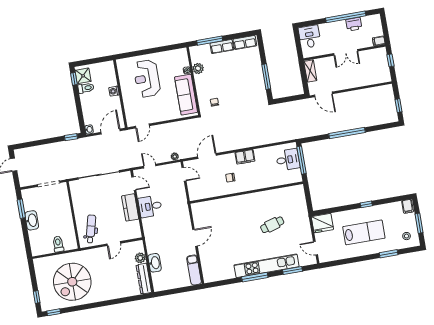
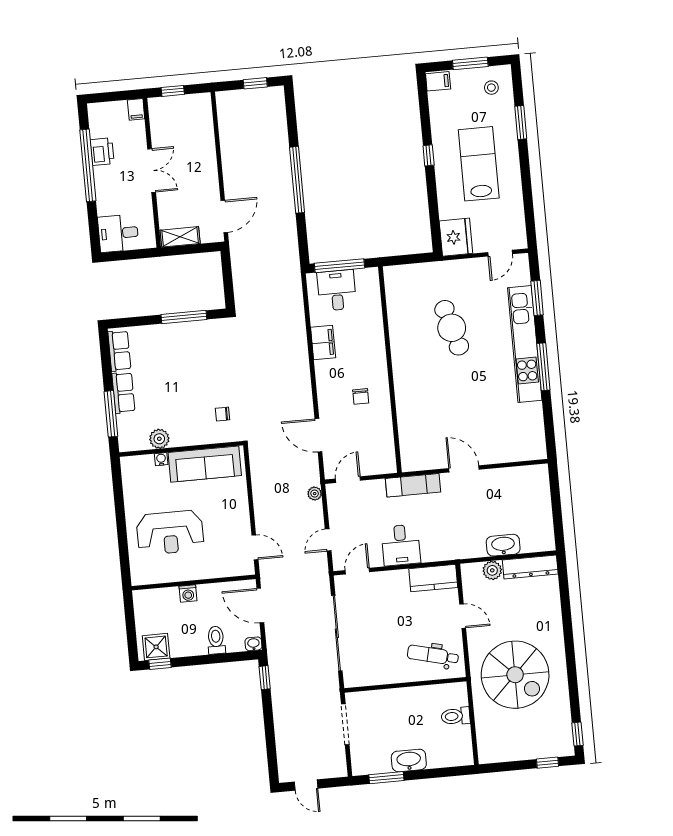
toilet: (86, 88) -> (216, 640), moved
filing cabinet: (245, 157) -> (323, 343), moved
kitchen counter: (130, 207) -> (433, 578), moved
cafe table: (272, 225) -> (452, 328), width x1.37, depth x1.35
exam couch: (194, 270) -> (413, 485), moved
spiral stairs: (72, 282) -> (515, 675), moved

